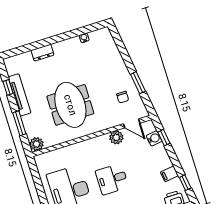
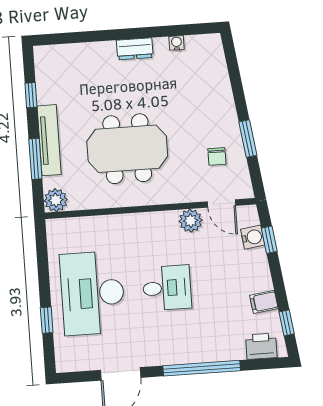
dresser: (42, 53) -> (135, 49), moved
tv unit: (20, 95) -> (49, 140), moved
meeting table: (70, 105) -> (127, 149), turned 90
desk: (112, 179) -> (167, 288), turned 180

